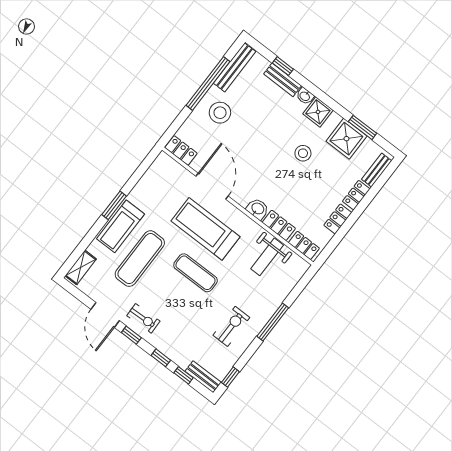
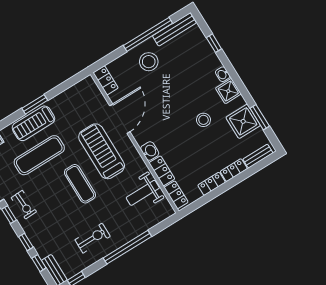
bench: (283, 80) -> (209, 54), removed
window: (273, 322) -> (127, 247), width x1.46

